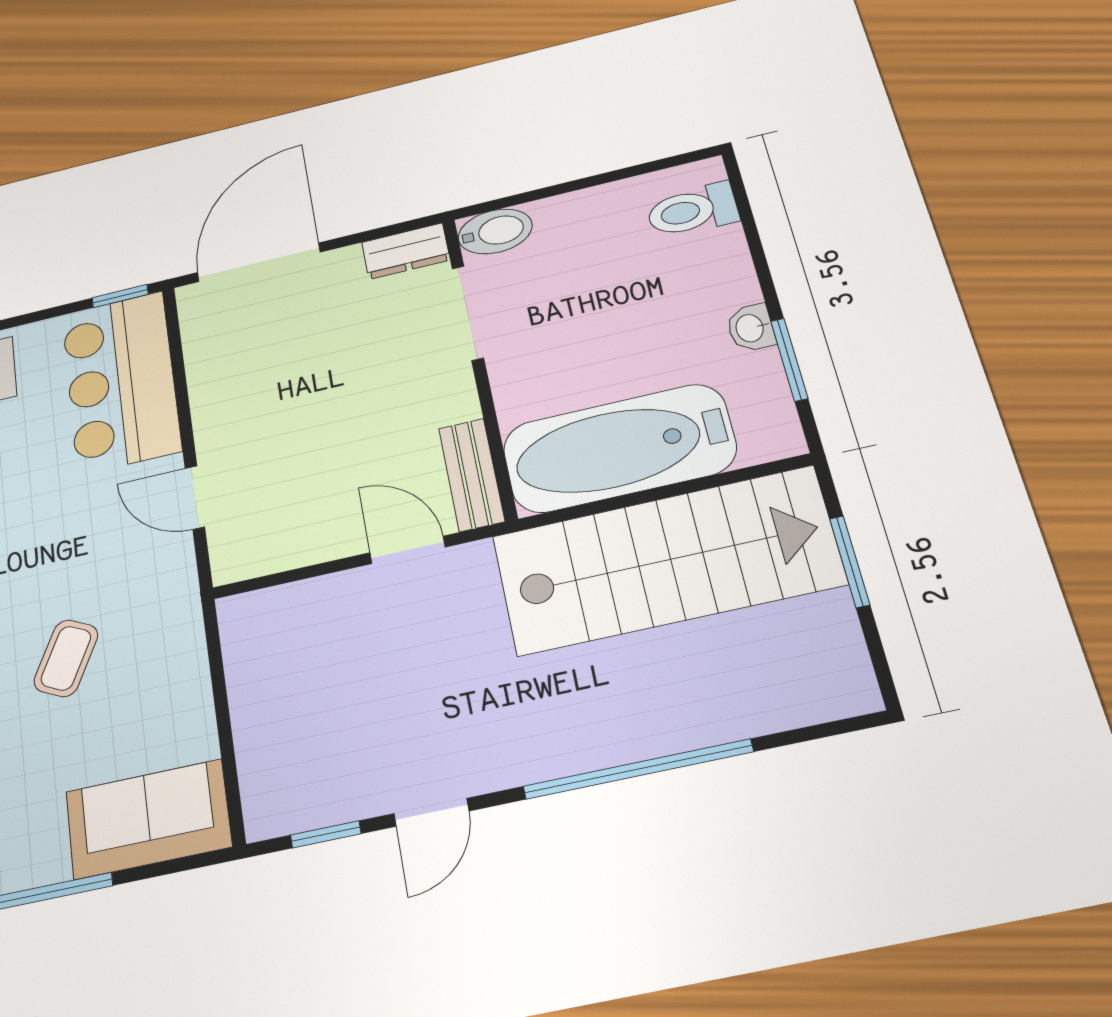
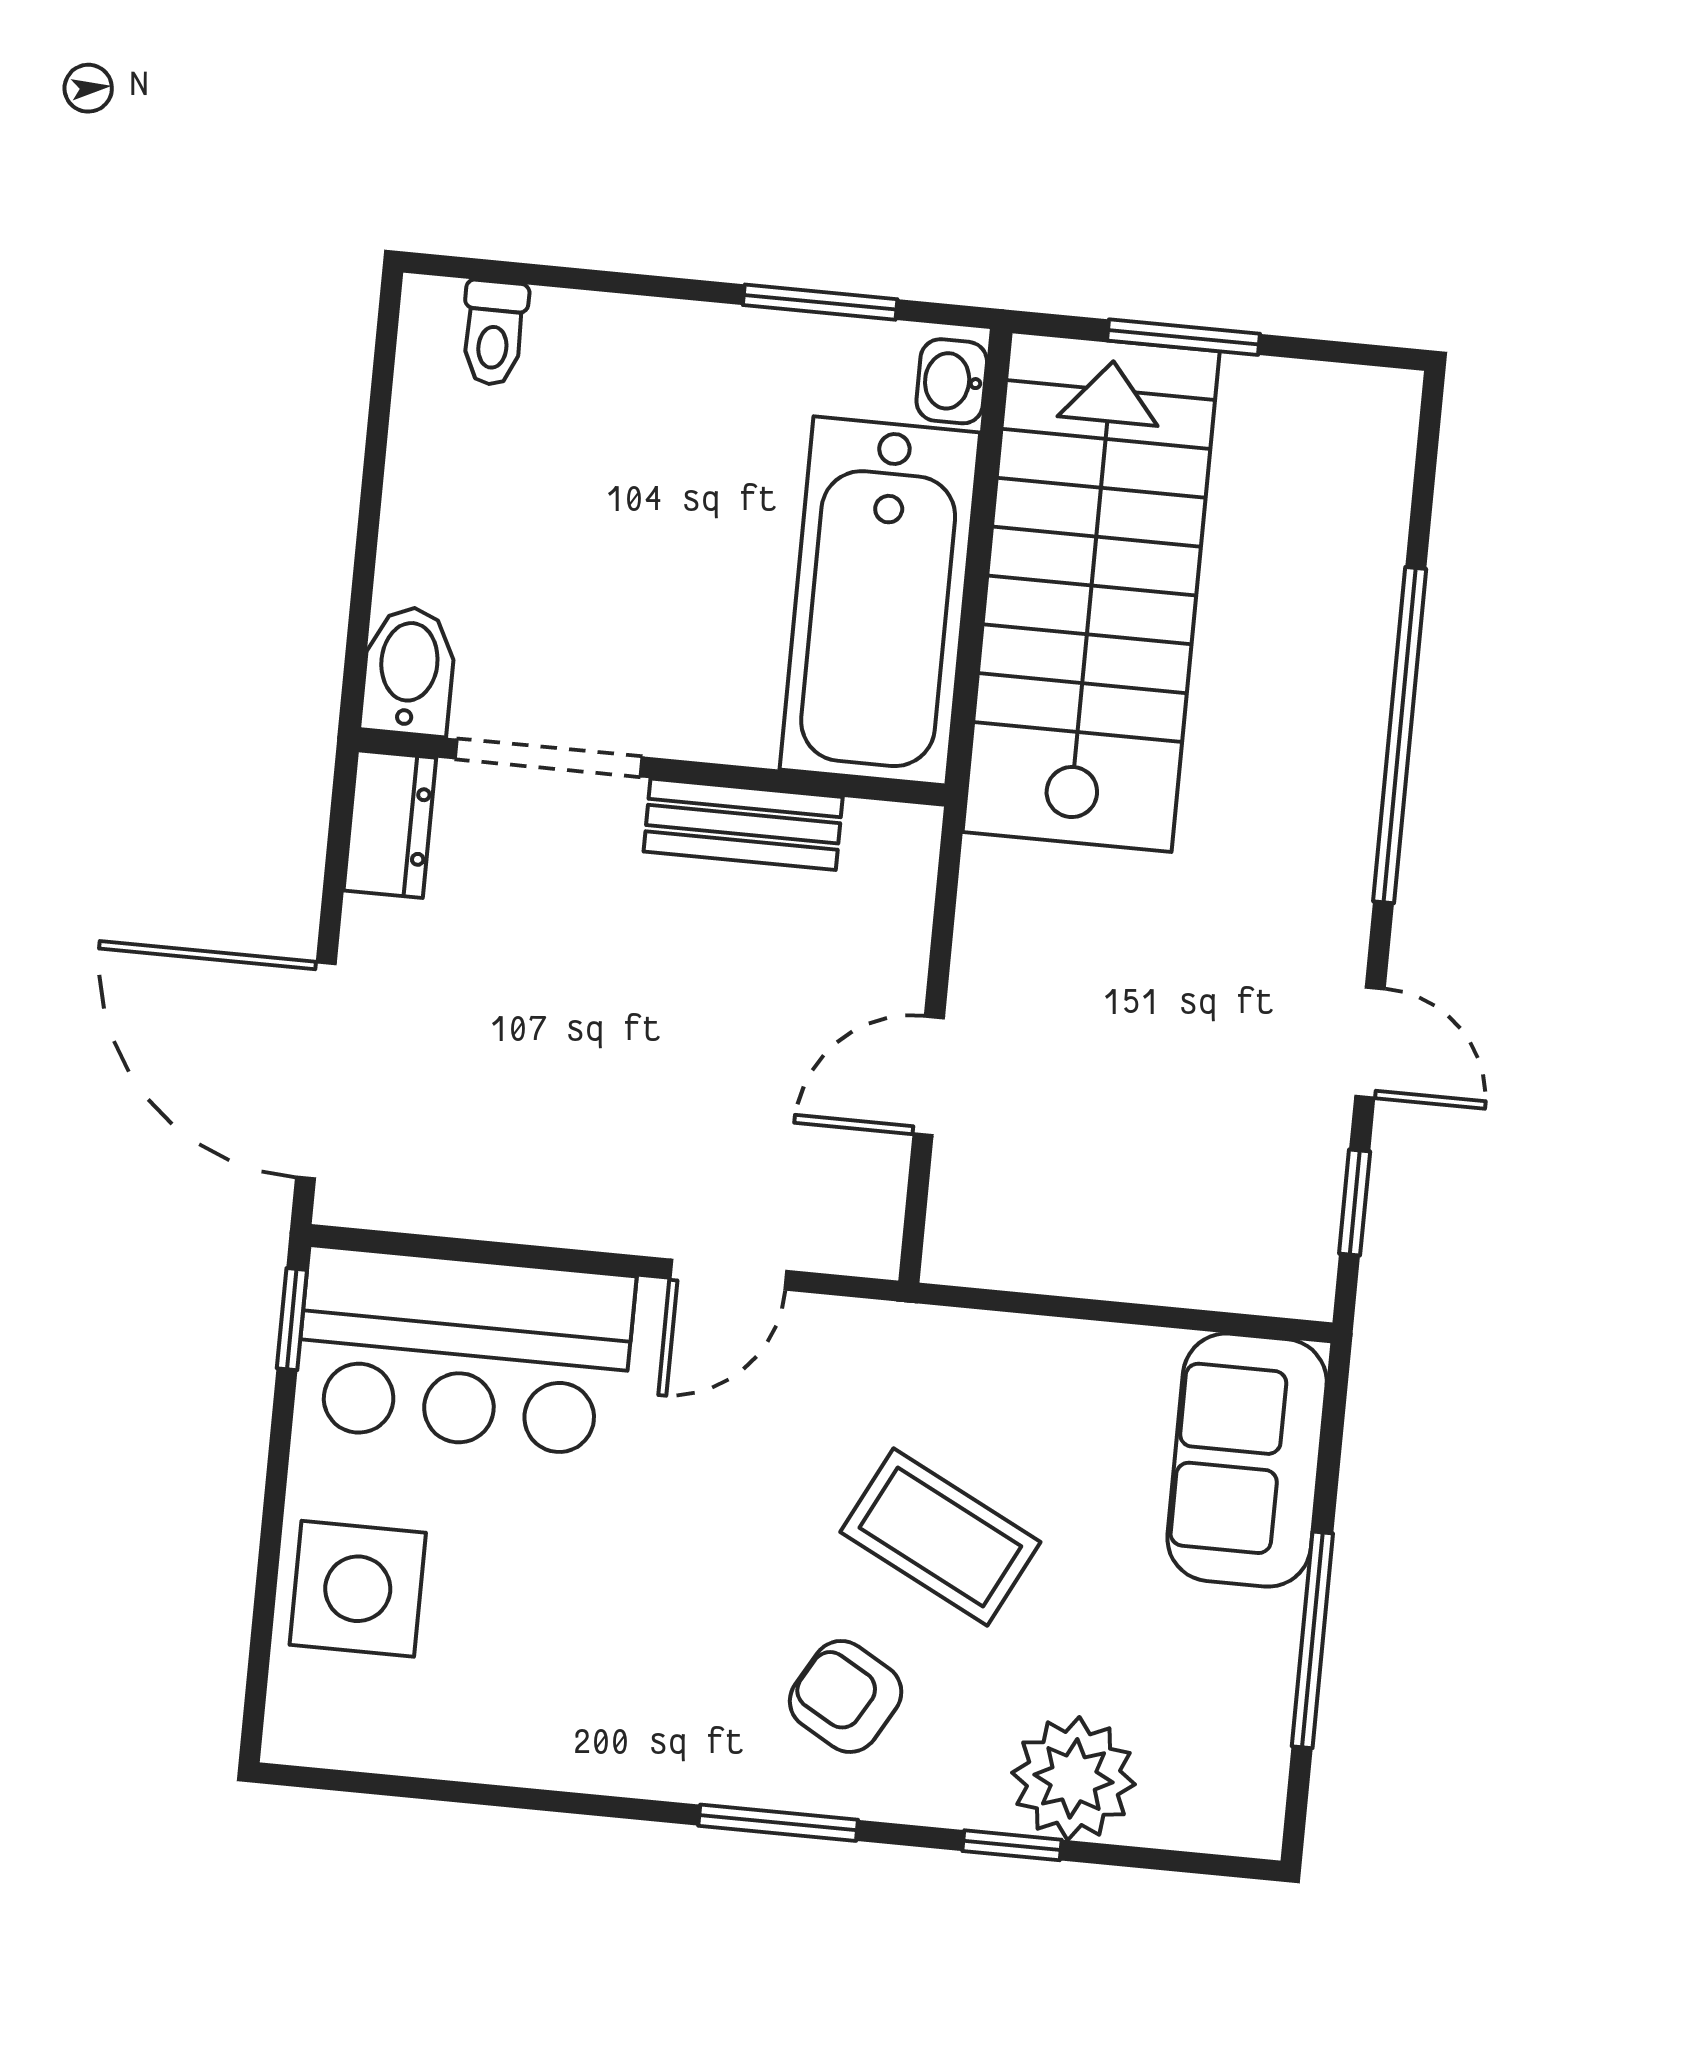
toilet: (692, 210) -> (494, 333), width x0.73, depth x0.72
washbasin: (751, 328) -> (952, 381), moved, turned 90
bench: (472, 475) -> (743, 824), moved
door: (407, 550) -> (929, 1076), moved
coffee table: (66, 658) -> (940, 1537), width x1.36, depth x1.30

